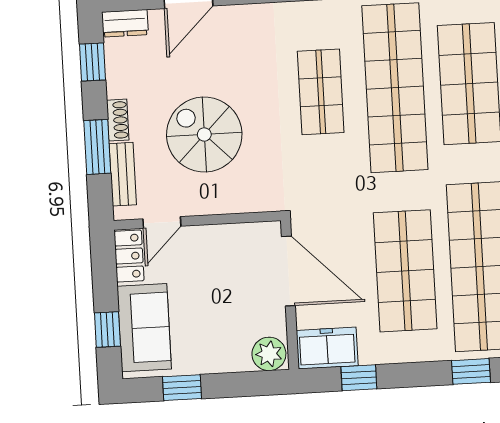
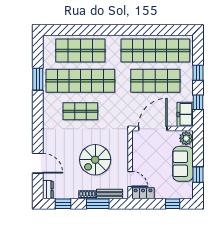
sofa: (144, 328) -> (183, 164), moved, turned -90
window: (471, 371) -> (198, 73), moved

